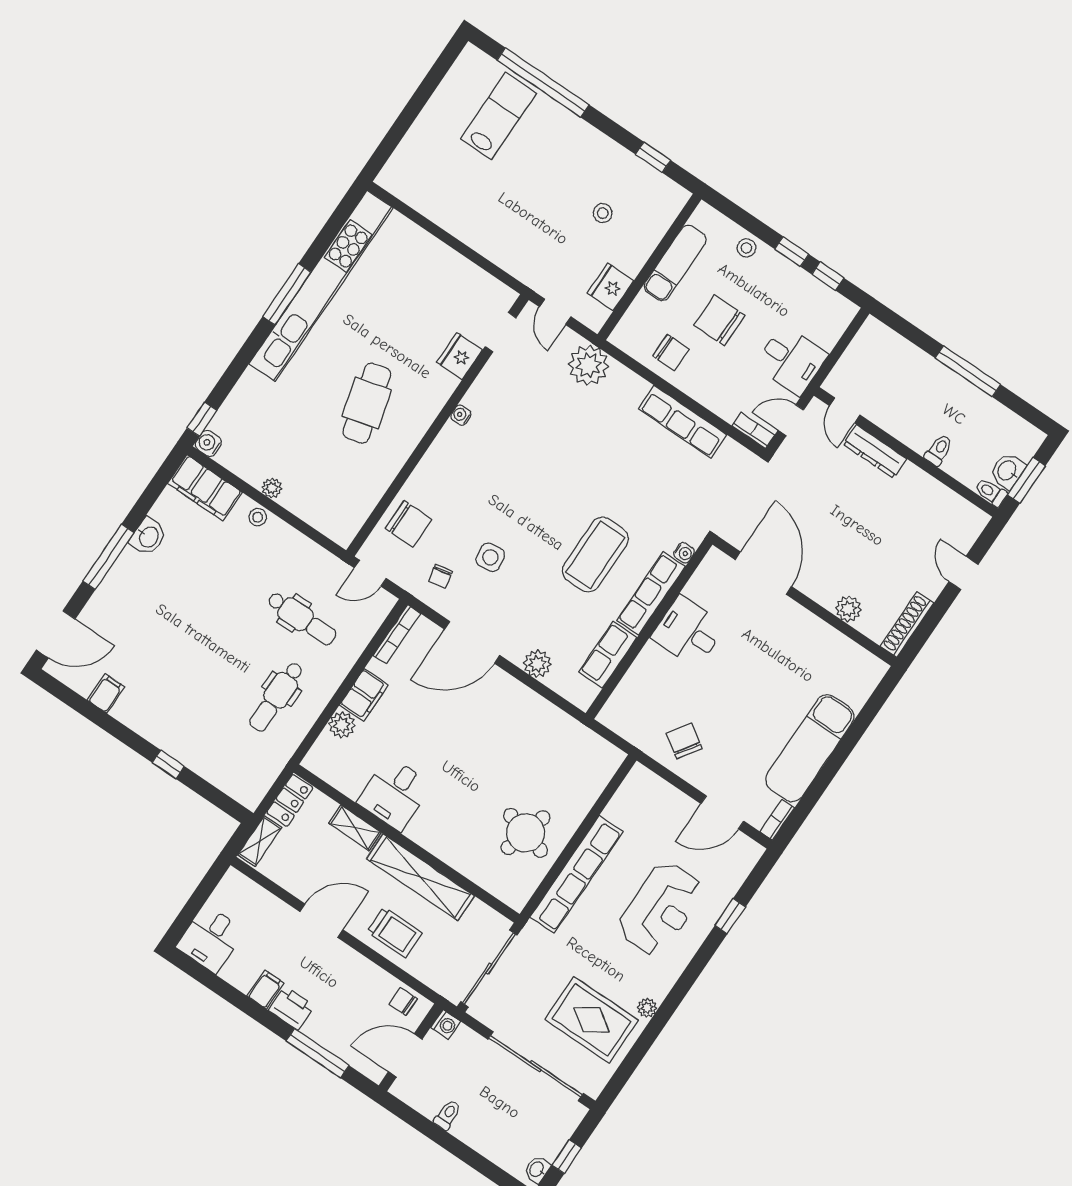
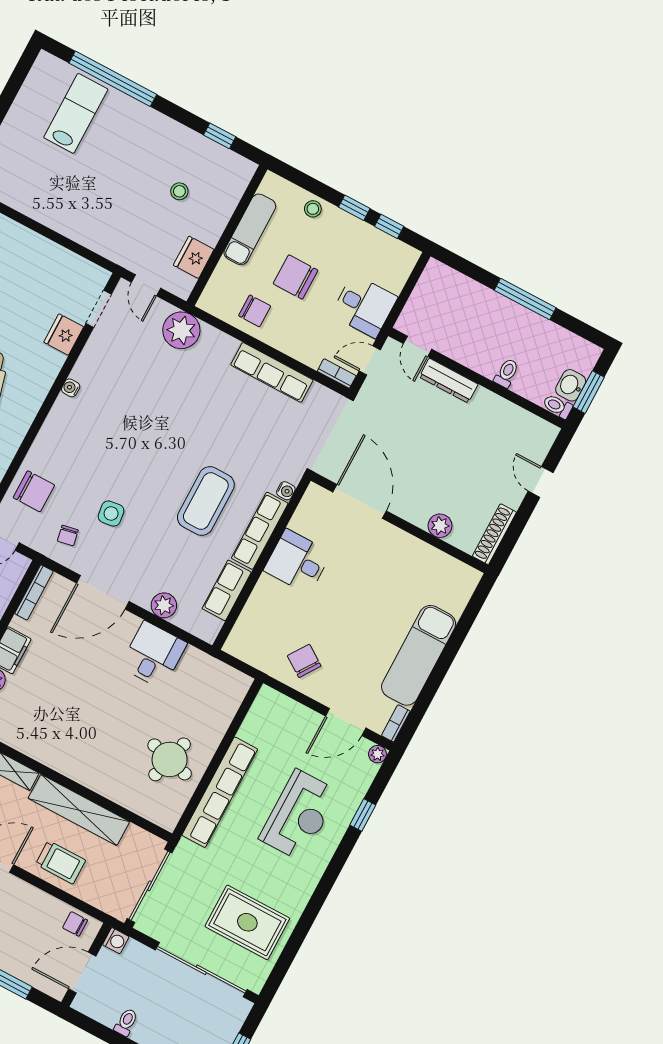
desk: (395, 794) -> (153, 655), moved, turned 180
plant: (647, 1008) -> (377, 754), moved

